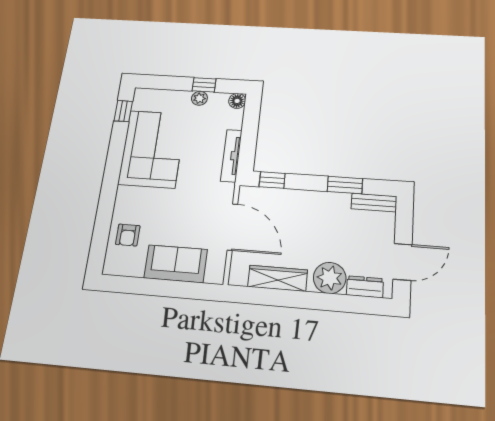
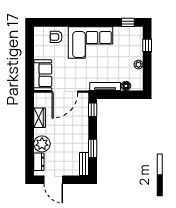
window: (204, 85) -> (147, 45), moved
floor lamp: (237, 101) -> (126, 86), moved
corner sofa: (152, 149) -> (91, 42), moved
sofa: (176, 264) -> (43, 75), moved
wardrobe: (278, 278) -> (40, 118), width x0.67

